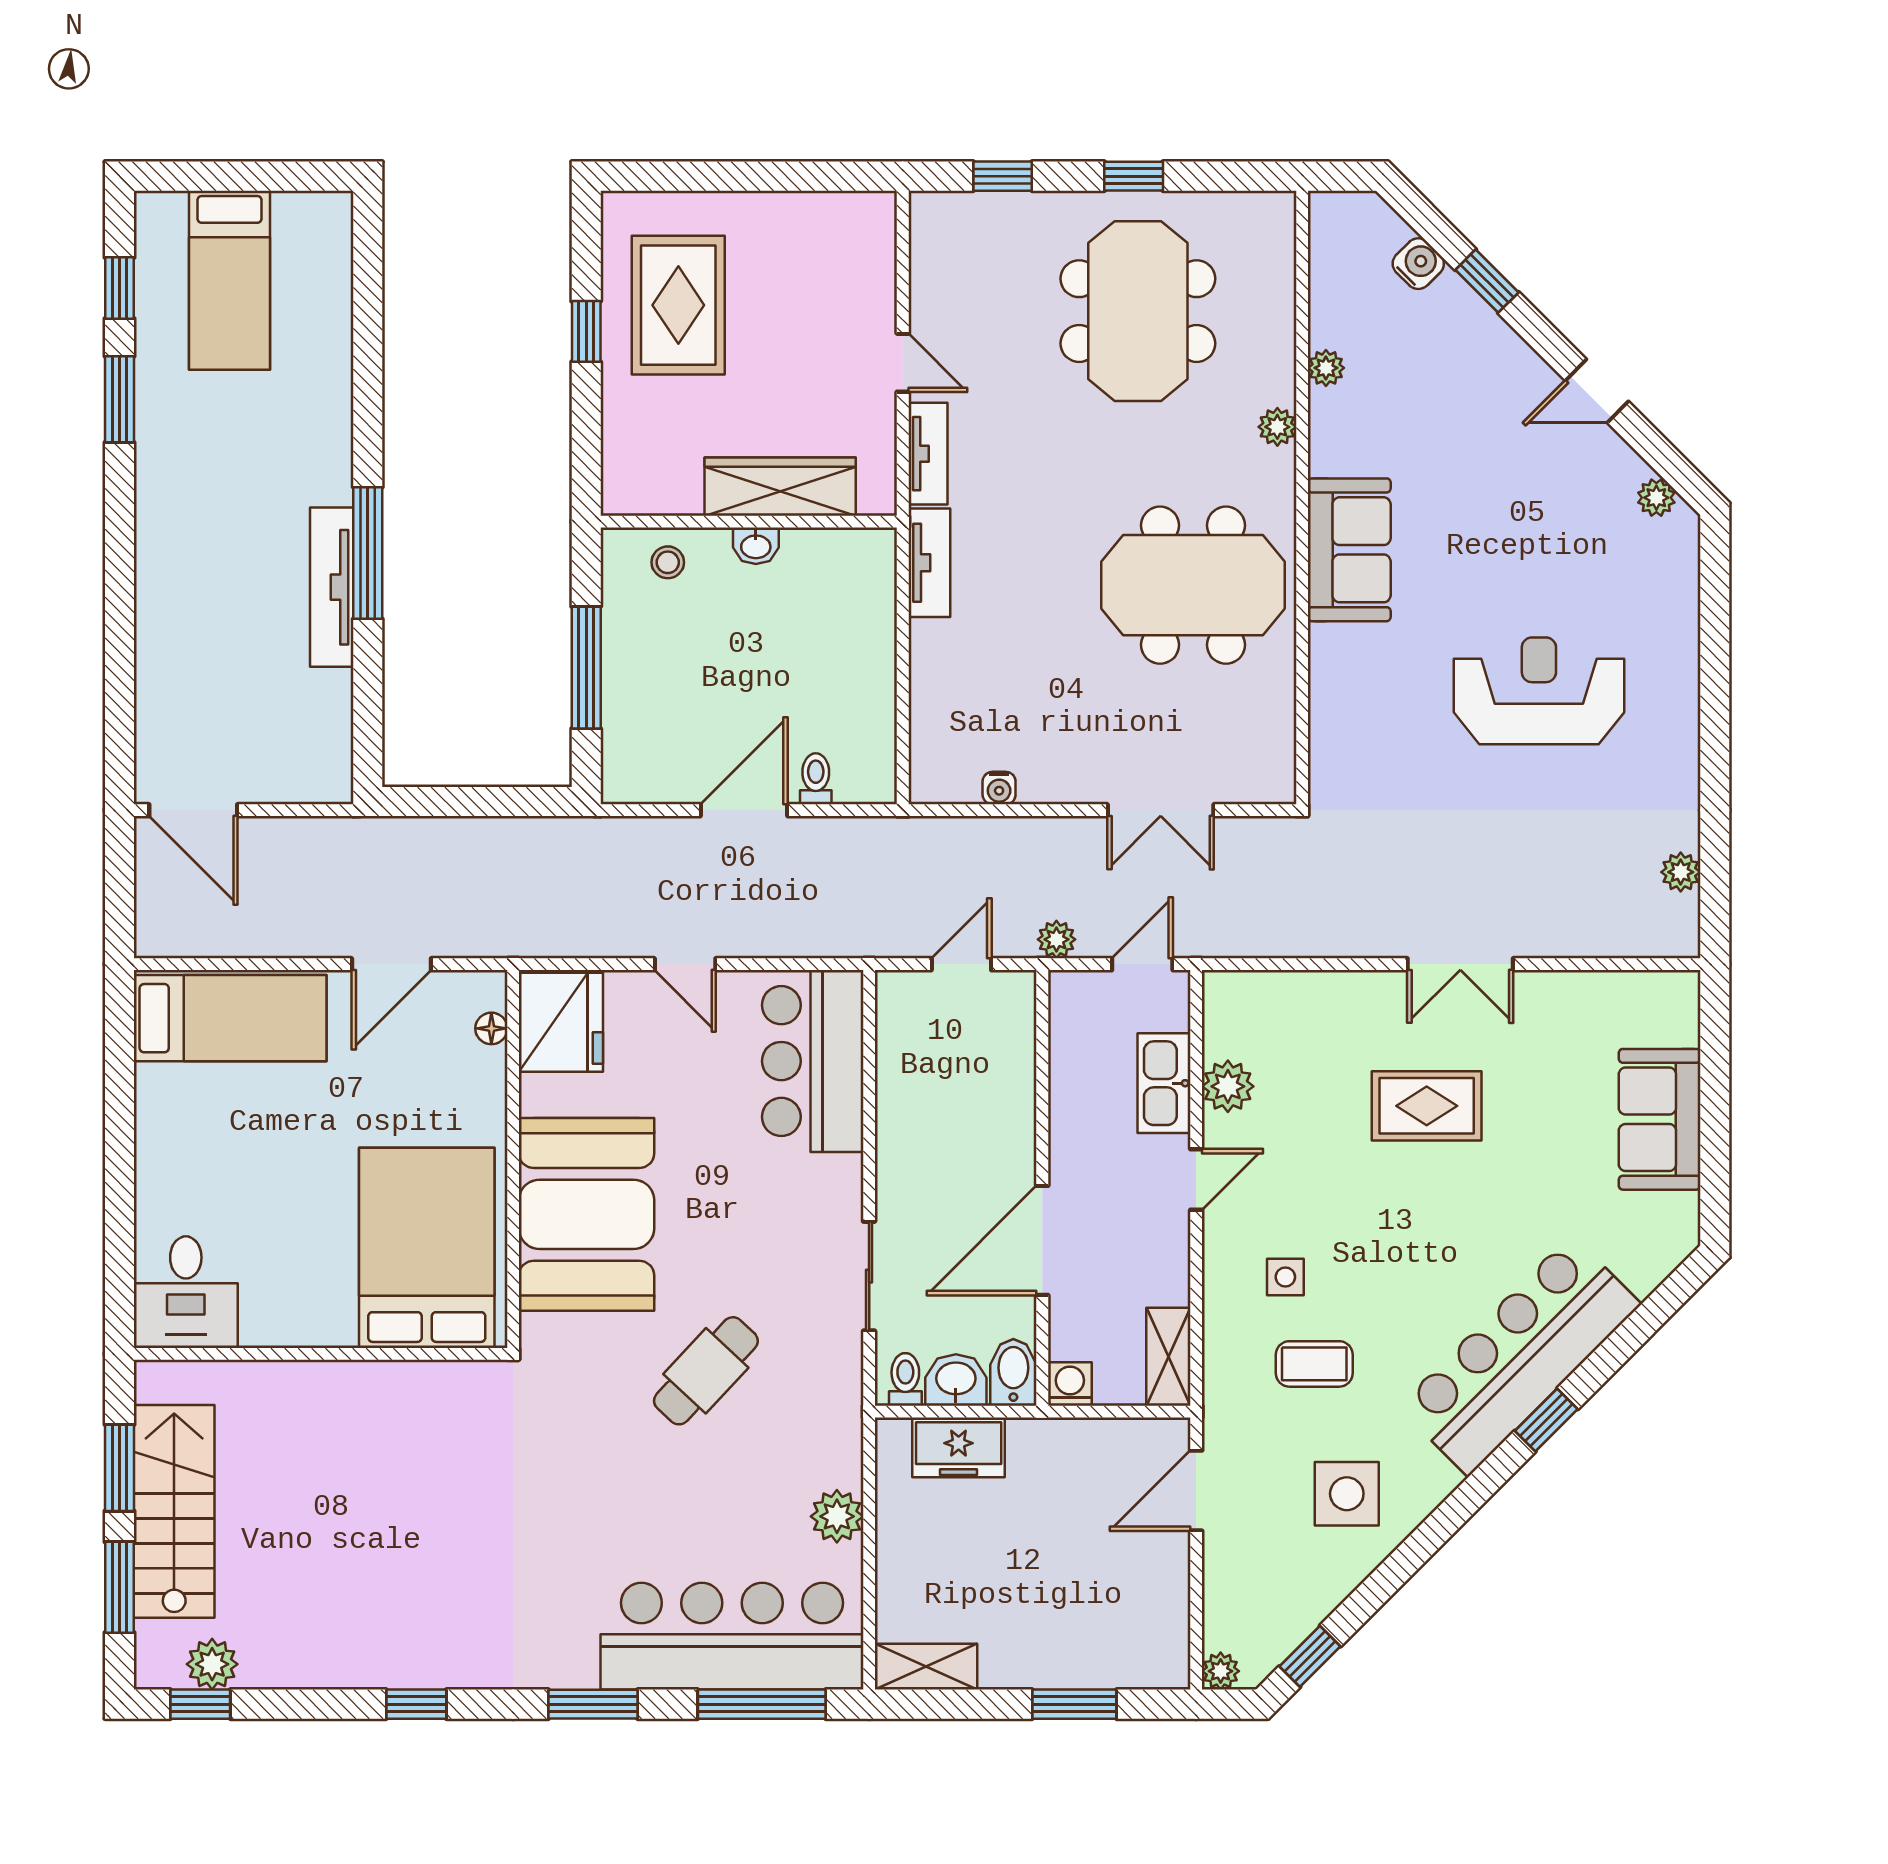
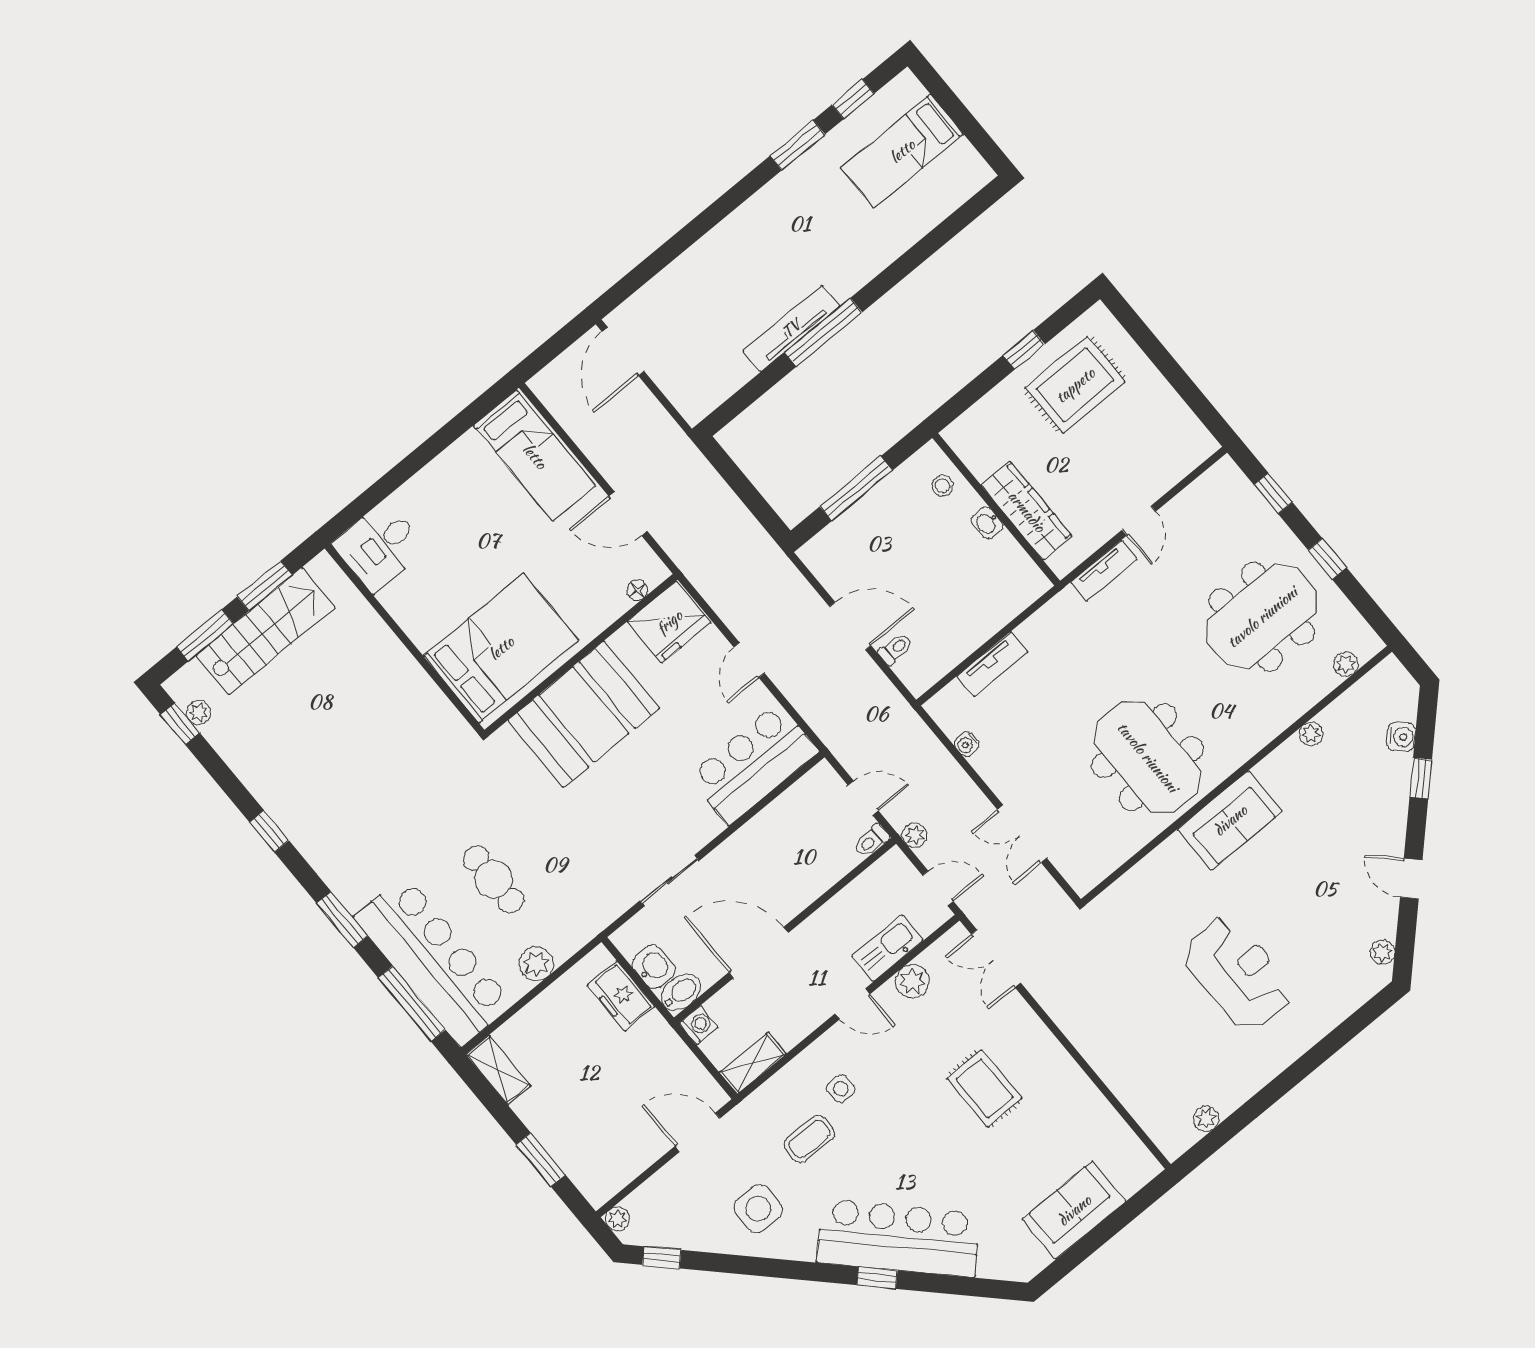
plant: (1277, 427) -> (1346, 664), moved
tv unit: (929, 563) -> (992, 664), moved
double door: (1460, 964) -> (996, 959), moved
coffee table: (1314, 1364) -> (809, 1139), turned 90
cafe table: (706, 1371) -> (493, 879), moved, turned 47
toilet: (905, 1379) -> (871, 841), moved, turned 180
plant: (212, 1664) -> (199, 713), width x0.73, depth x0.73

